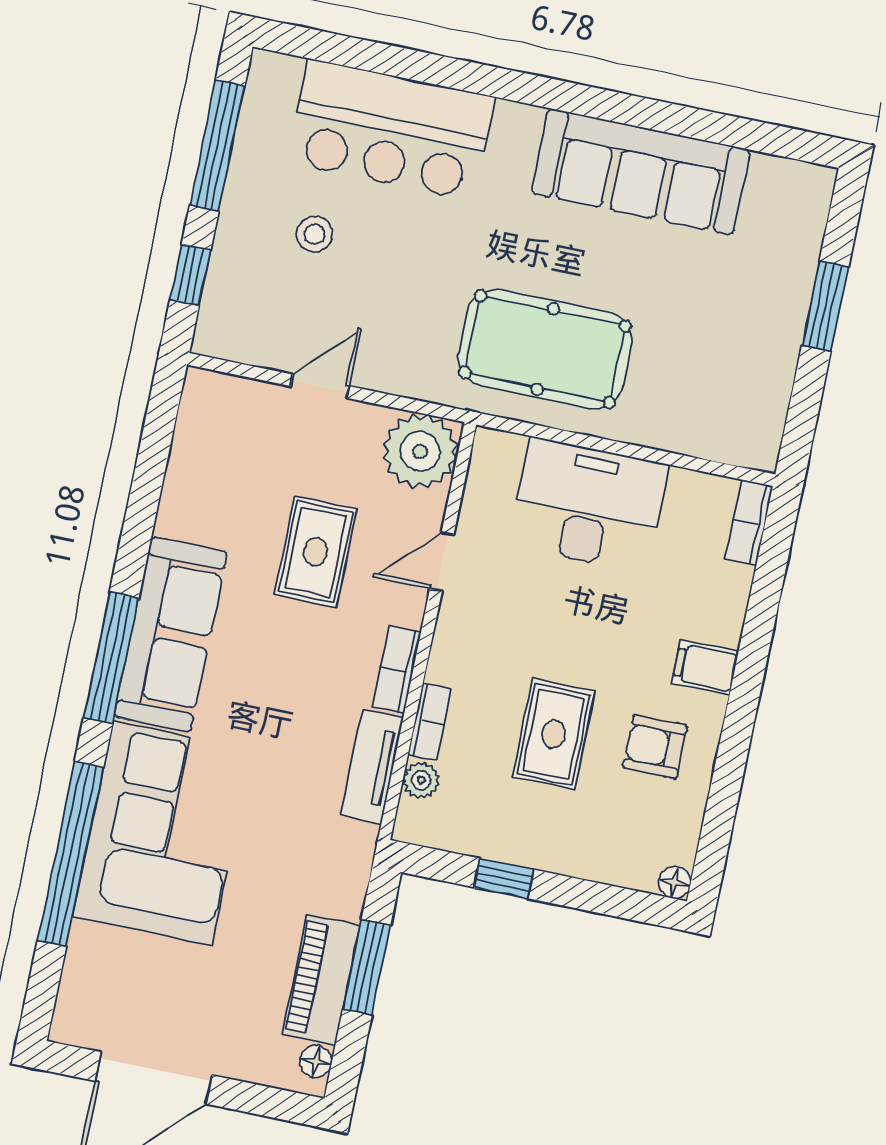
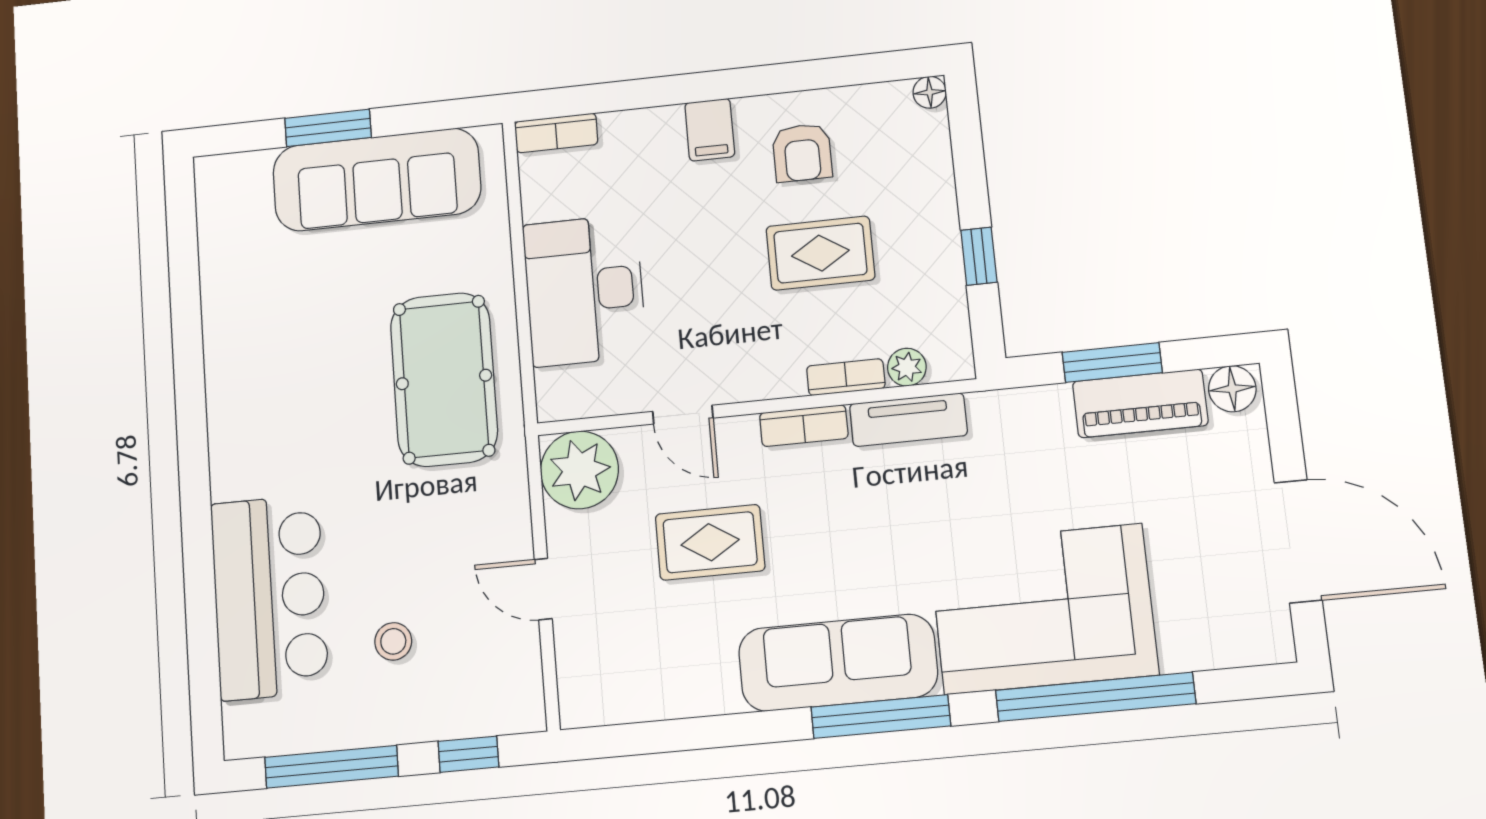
sofa: (641, 172) -> (377, 180), moved, turned 90
floor lamp: (316, 1062) -> (1232, 389), width x1.37, depth x1.37

